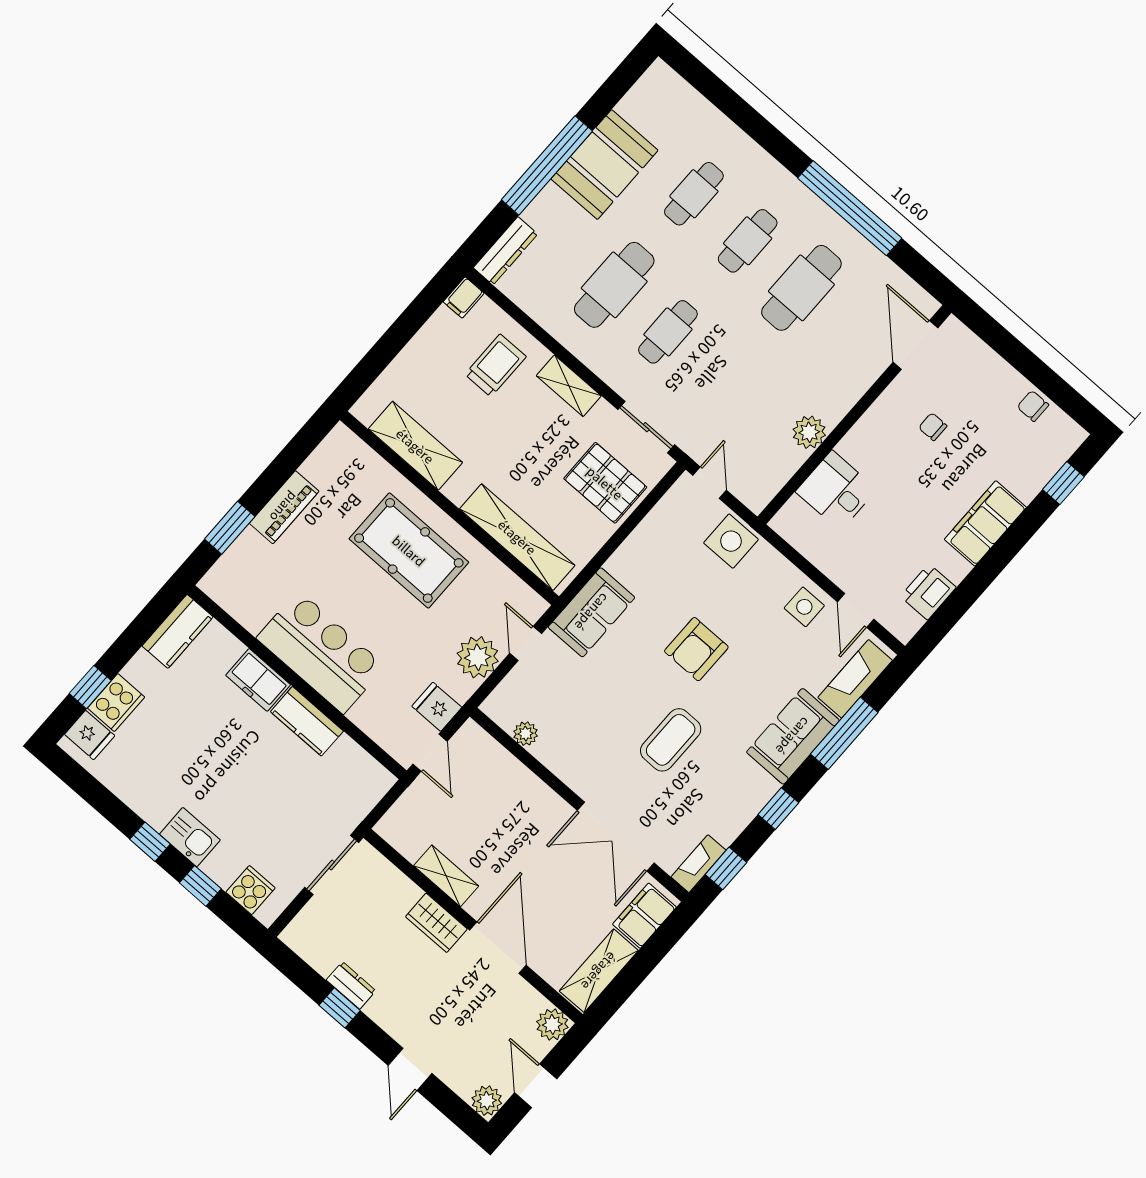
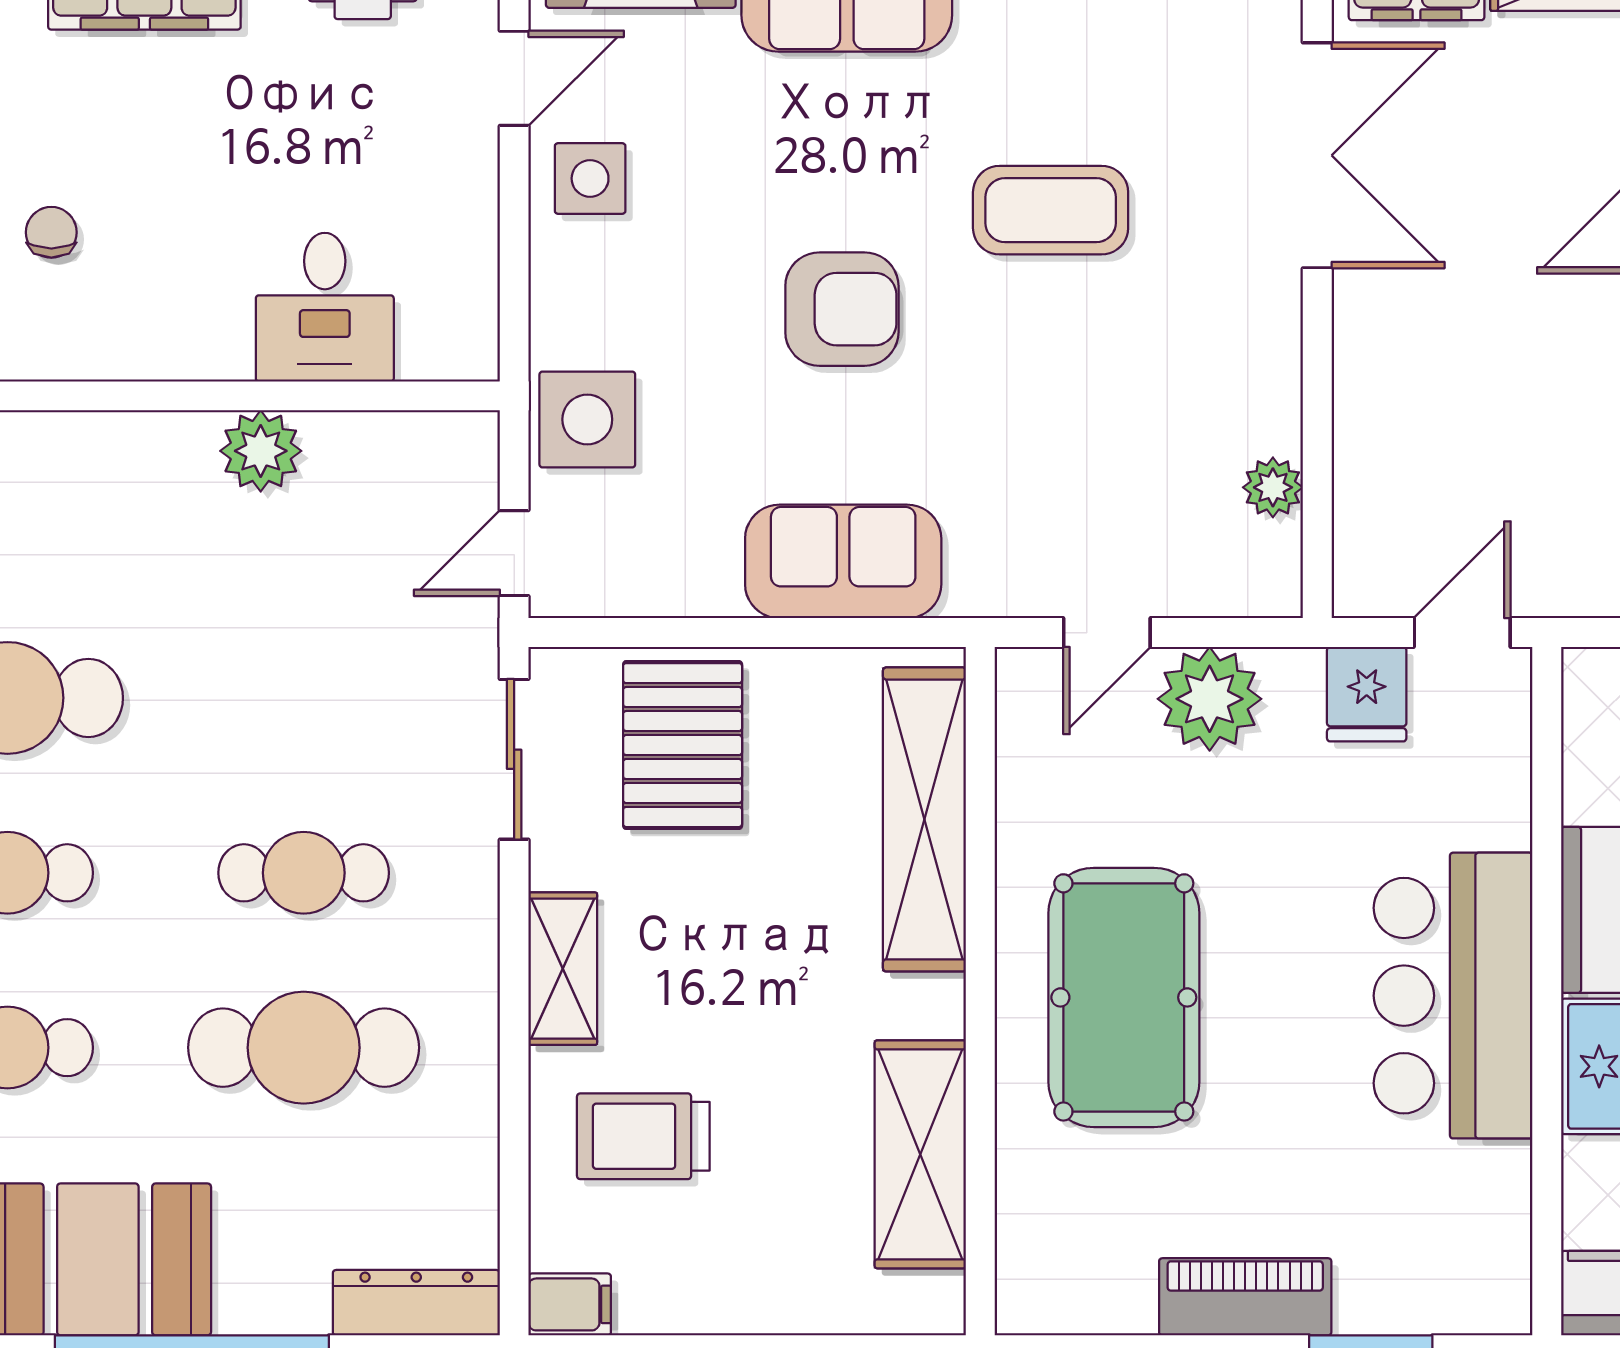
chair: (933, 427) -> (51, 232), turned 180
sofa: (592, 612) -> (843, 561), moved

